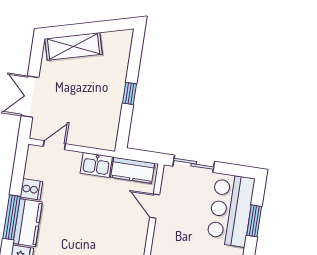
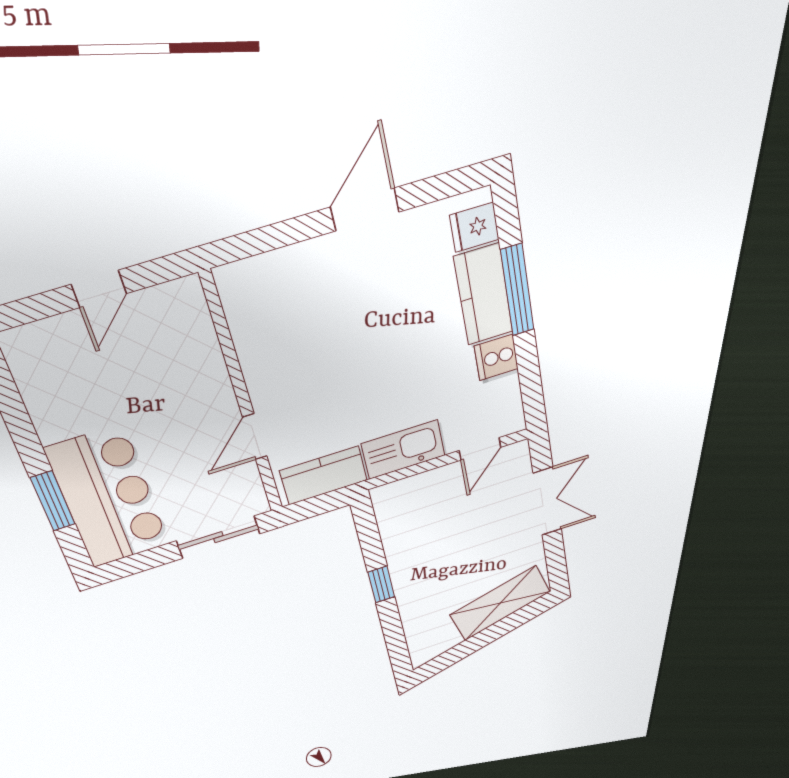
kitchen sink: (96, 165) -> (403, 450), width x1.38
door: (155, 206) -> (255, 437), swing flipped

